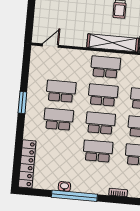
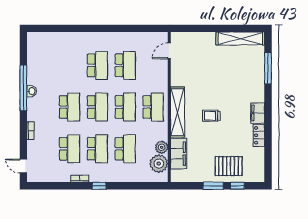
door: (50, 46) -> (169, 51), swing flipped
window: (22, 102) -> (111, 28), removed
locker: (27, 164) -> (50, 39), removed
washbasin: (64, 186) -> (32, 91), moved

